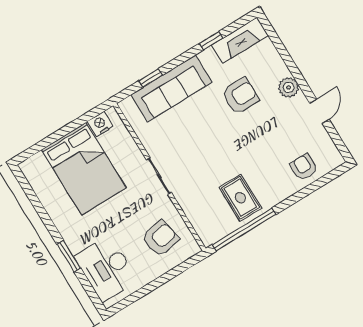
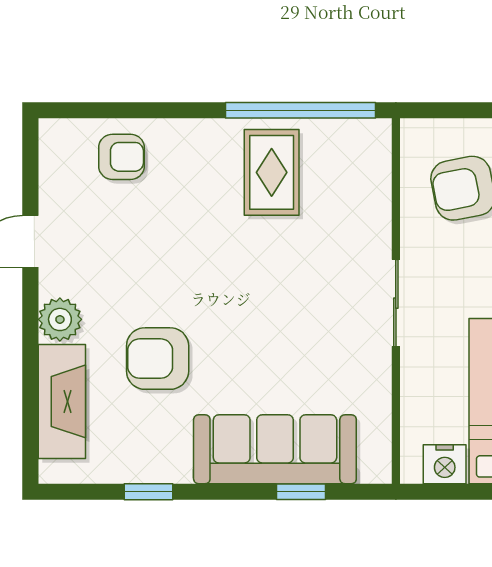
fireplace: (240, 40) -> (62, 401), moved, turned 90
armchair: (304, 167) -> (121, 157), turned -90

